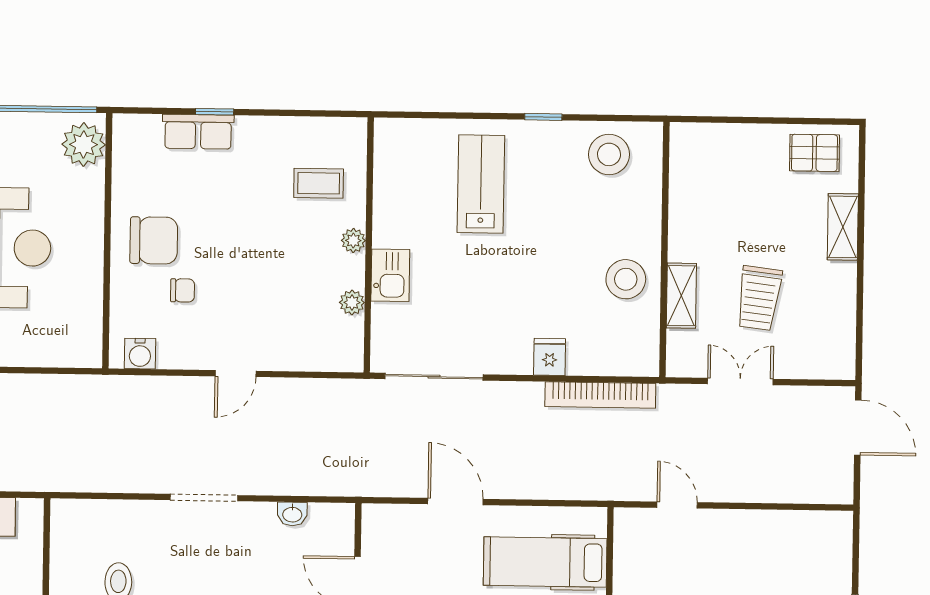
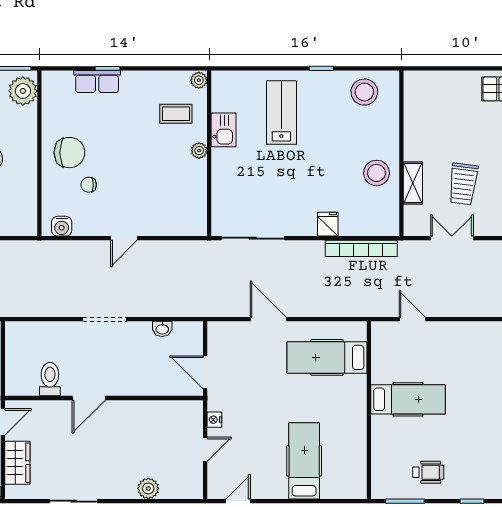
kitchen sink: (390, 275) -> (223, 130), moved
chair: (182, 290) -> (89, 185), turned 180
plant: (352, 302) -> (199, 80), moved

